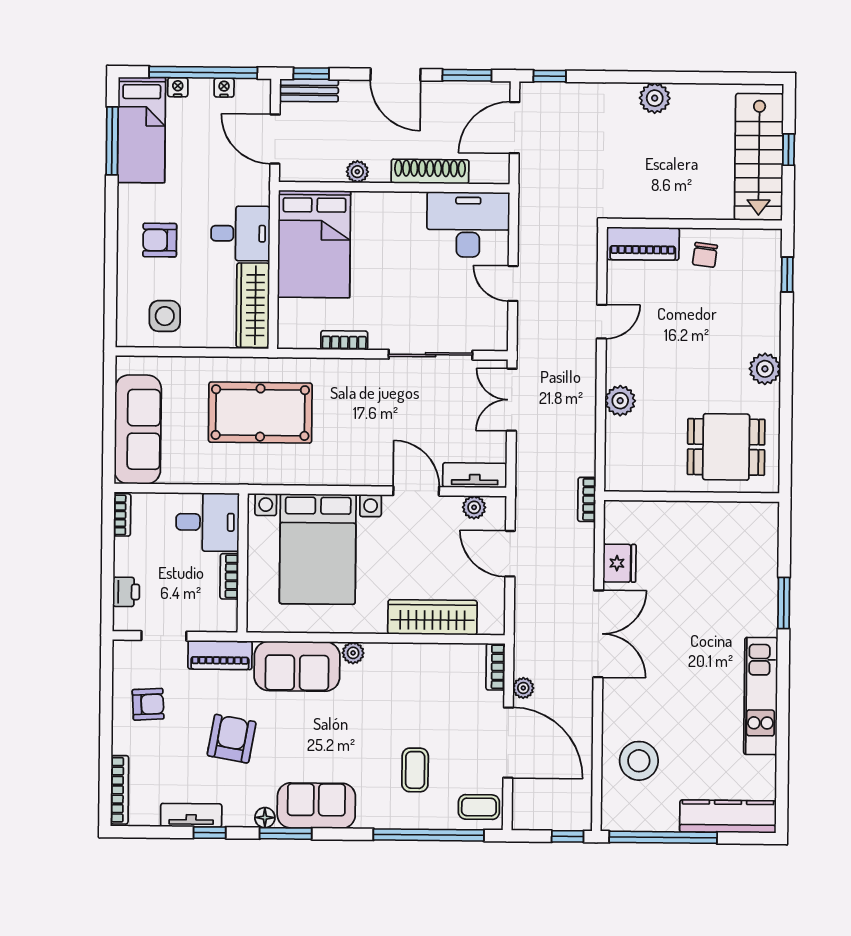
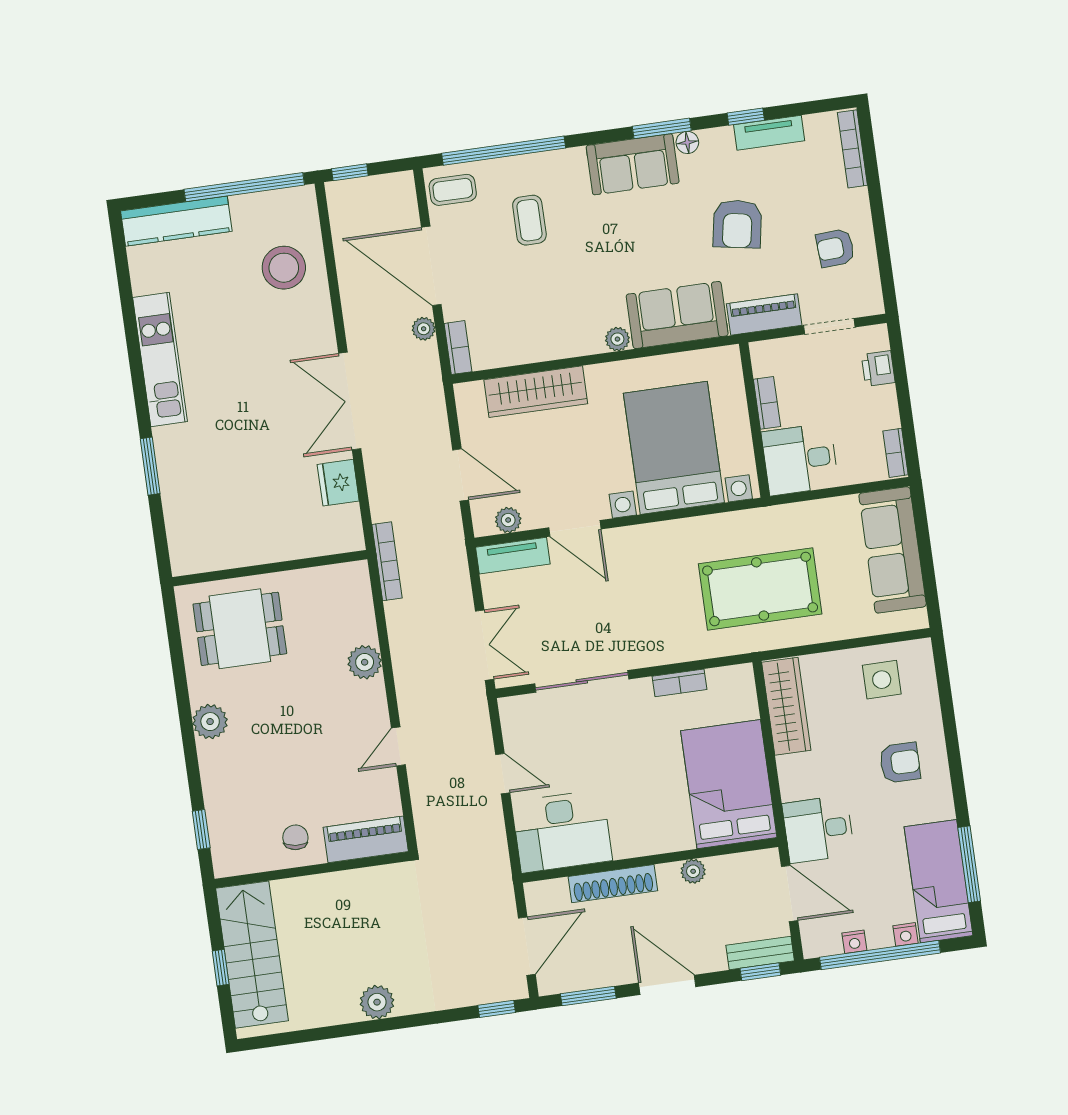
desk: (240, 233) -> (818, 829), moved
bookcase: (587, 499) -> (387, 561), width x1.56

